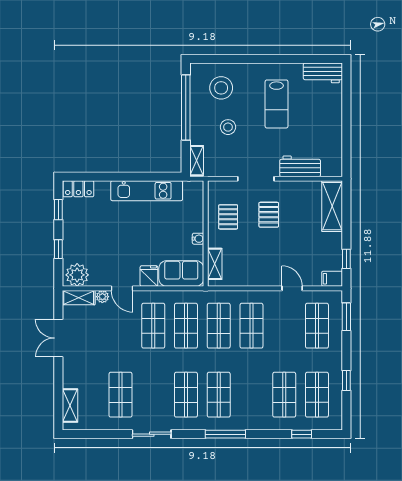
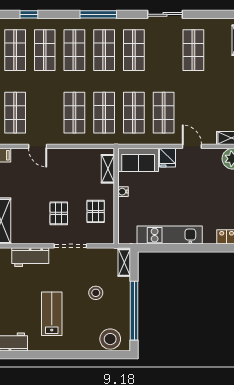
stool: (221, 88) -> (110, 339), moved
plant: (102, 297) -> (210, 139), removed
shop shelf: (251, 395) -> (74, 50), added

